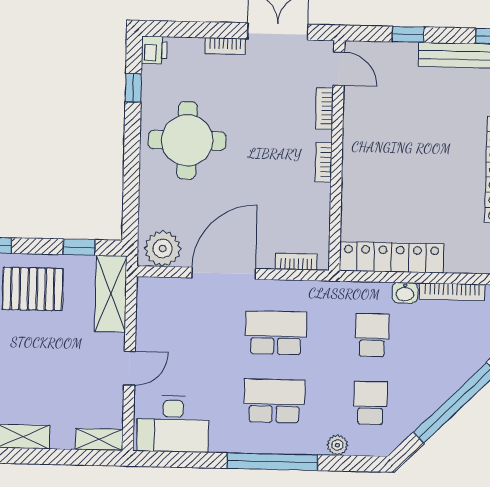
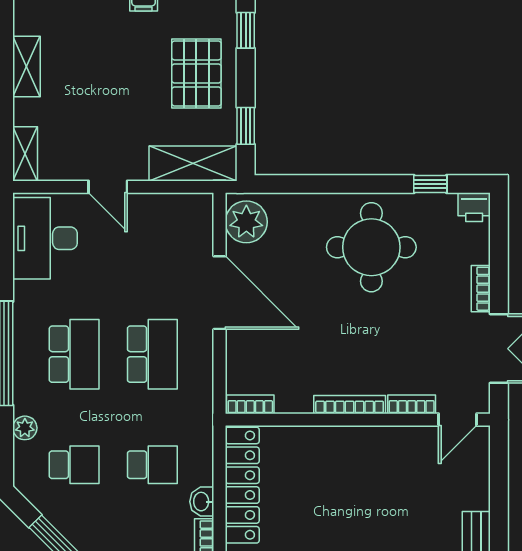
window: (408, 34) -> (499, 499), removed
bookcase: (324, 162) -> (350, 405), width x1.56
bookcase: (296, 262) -> (250, 404), moved, turned -90

